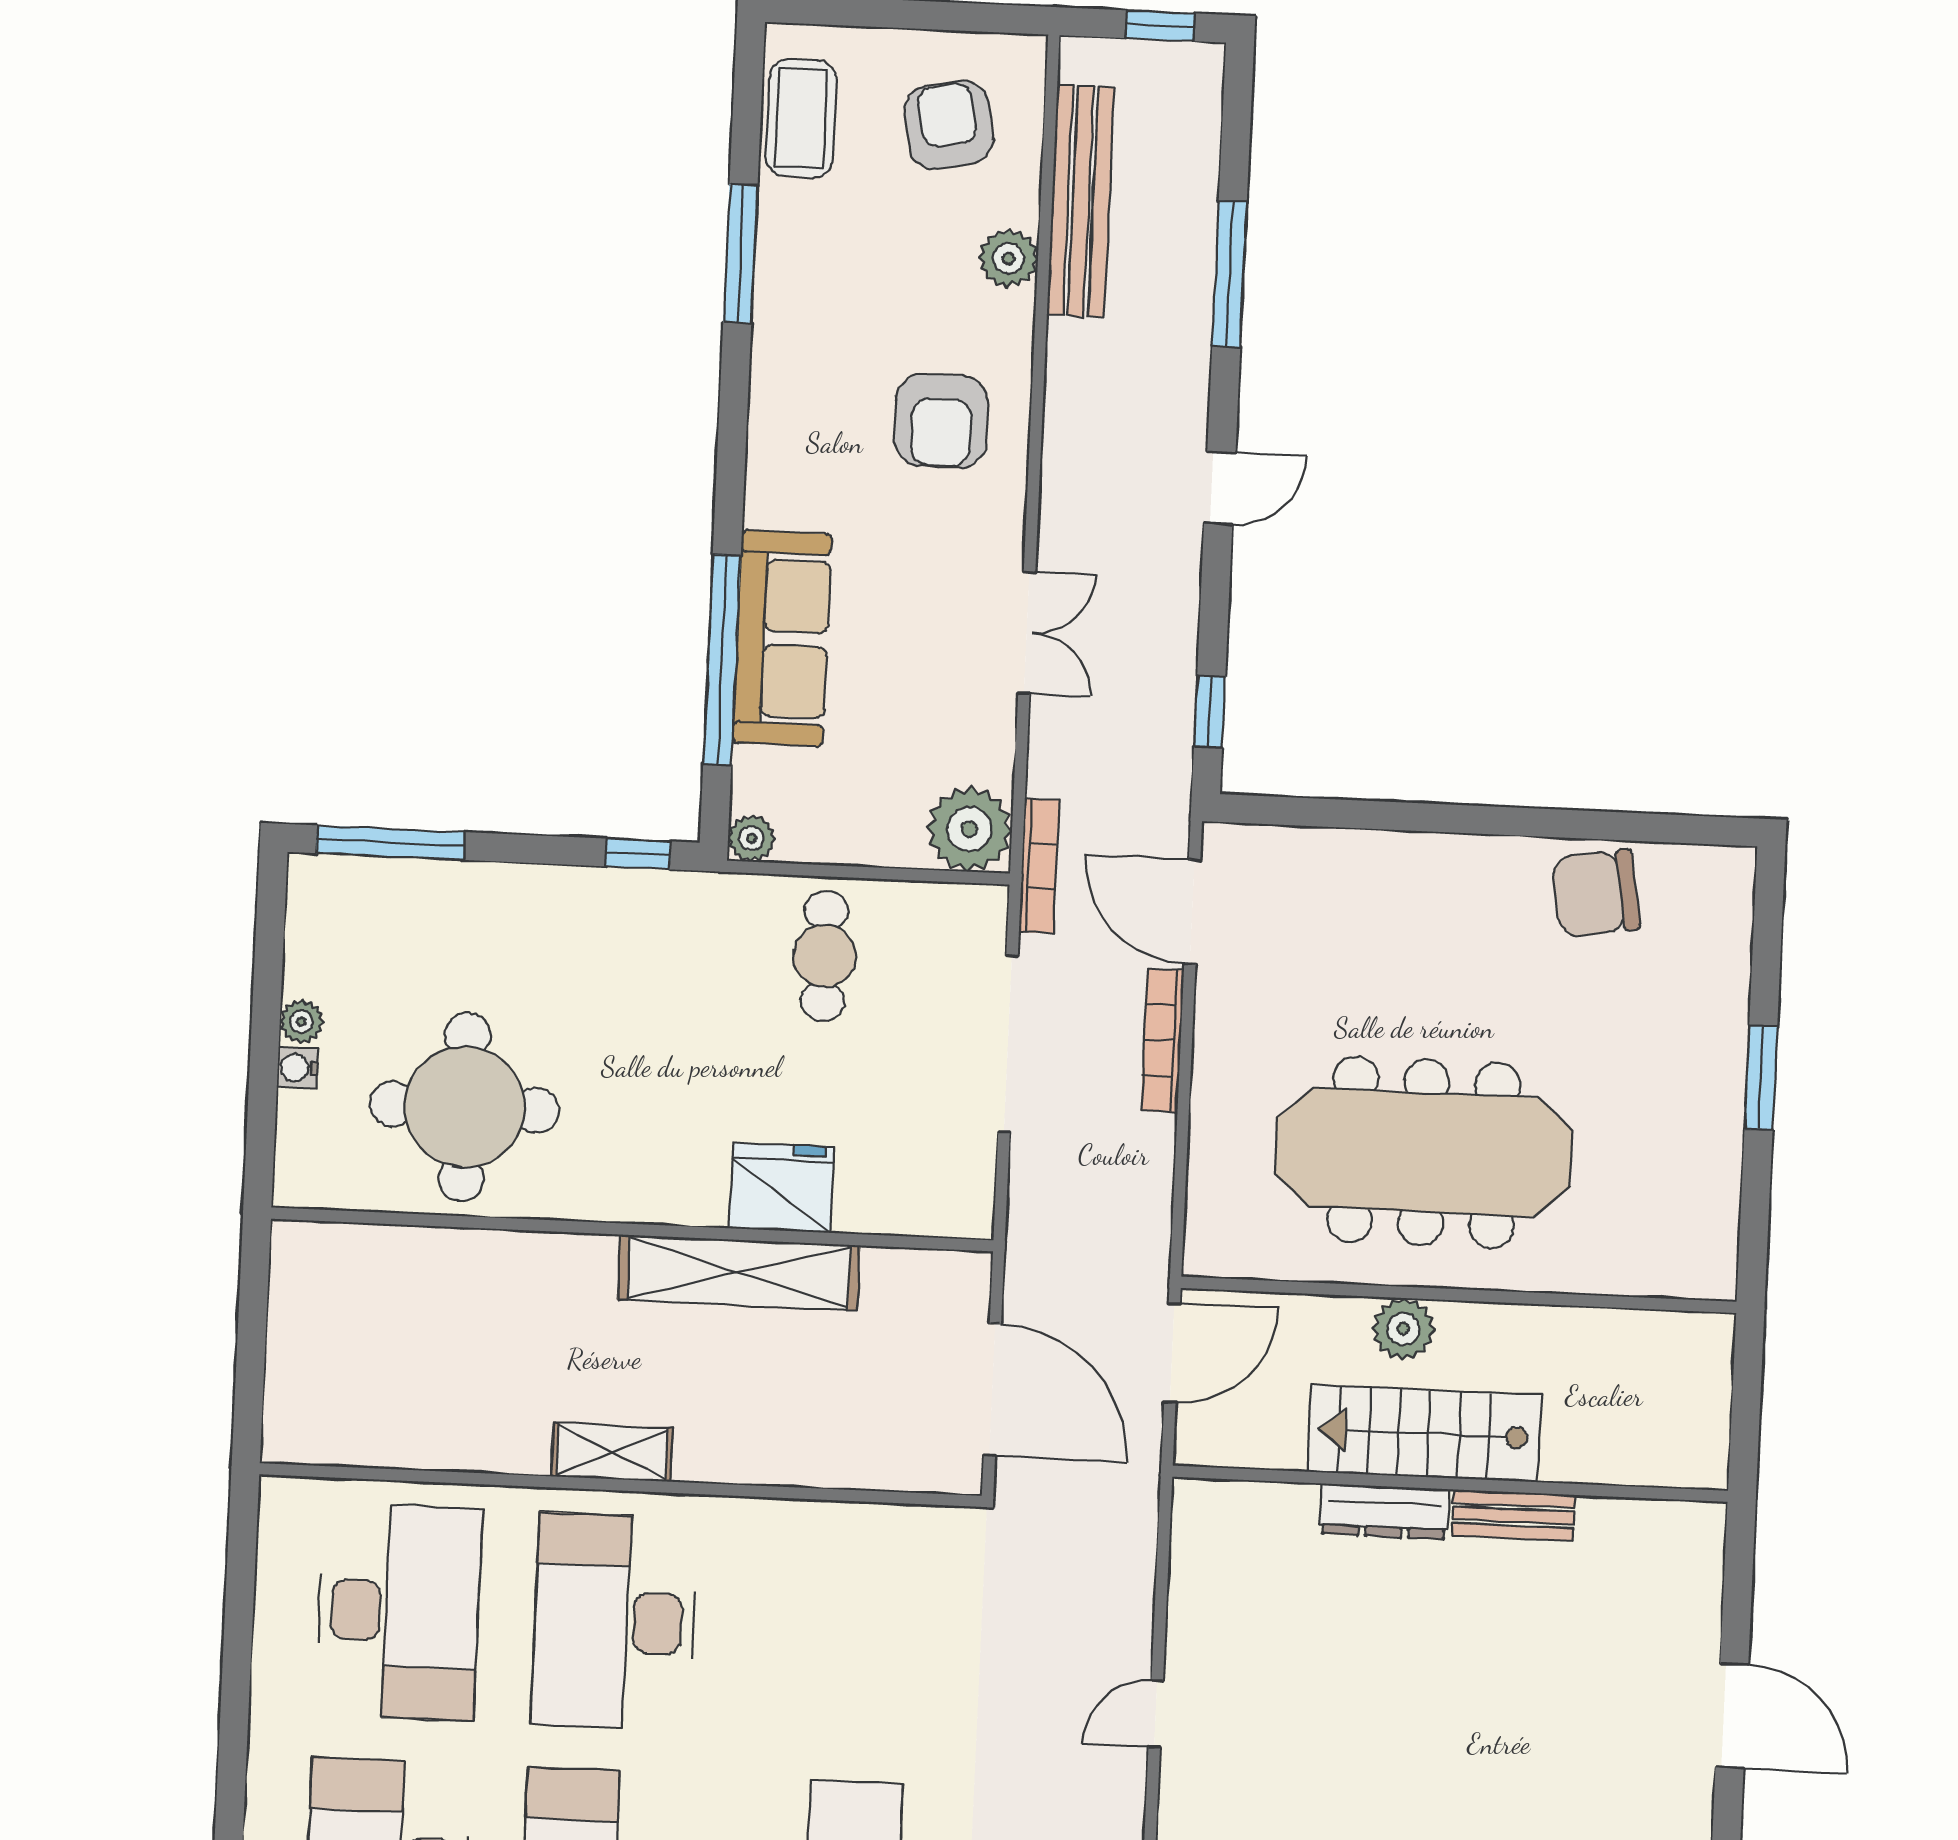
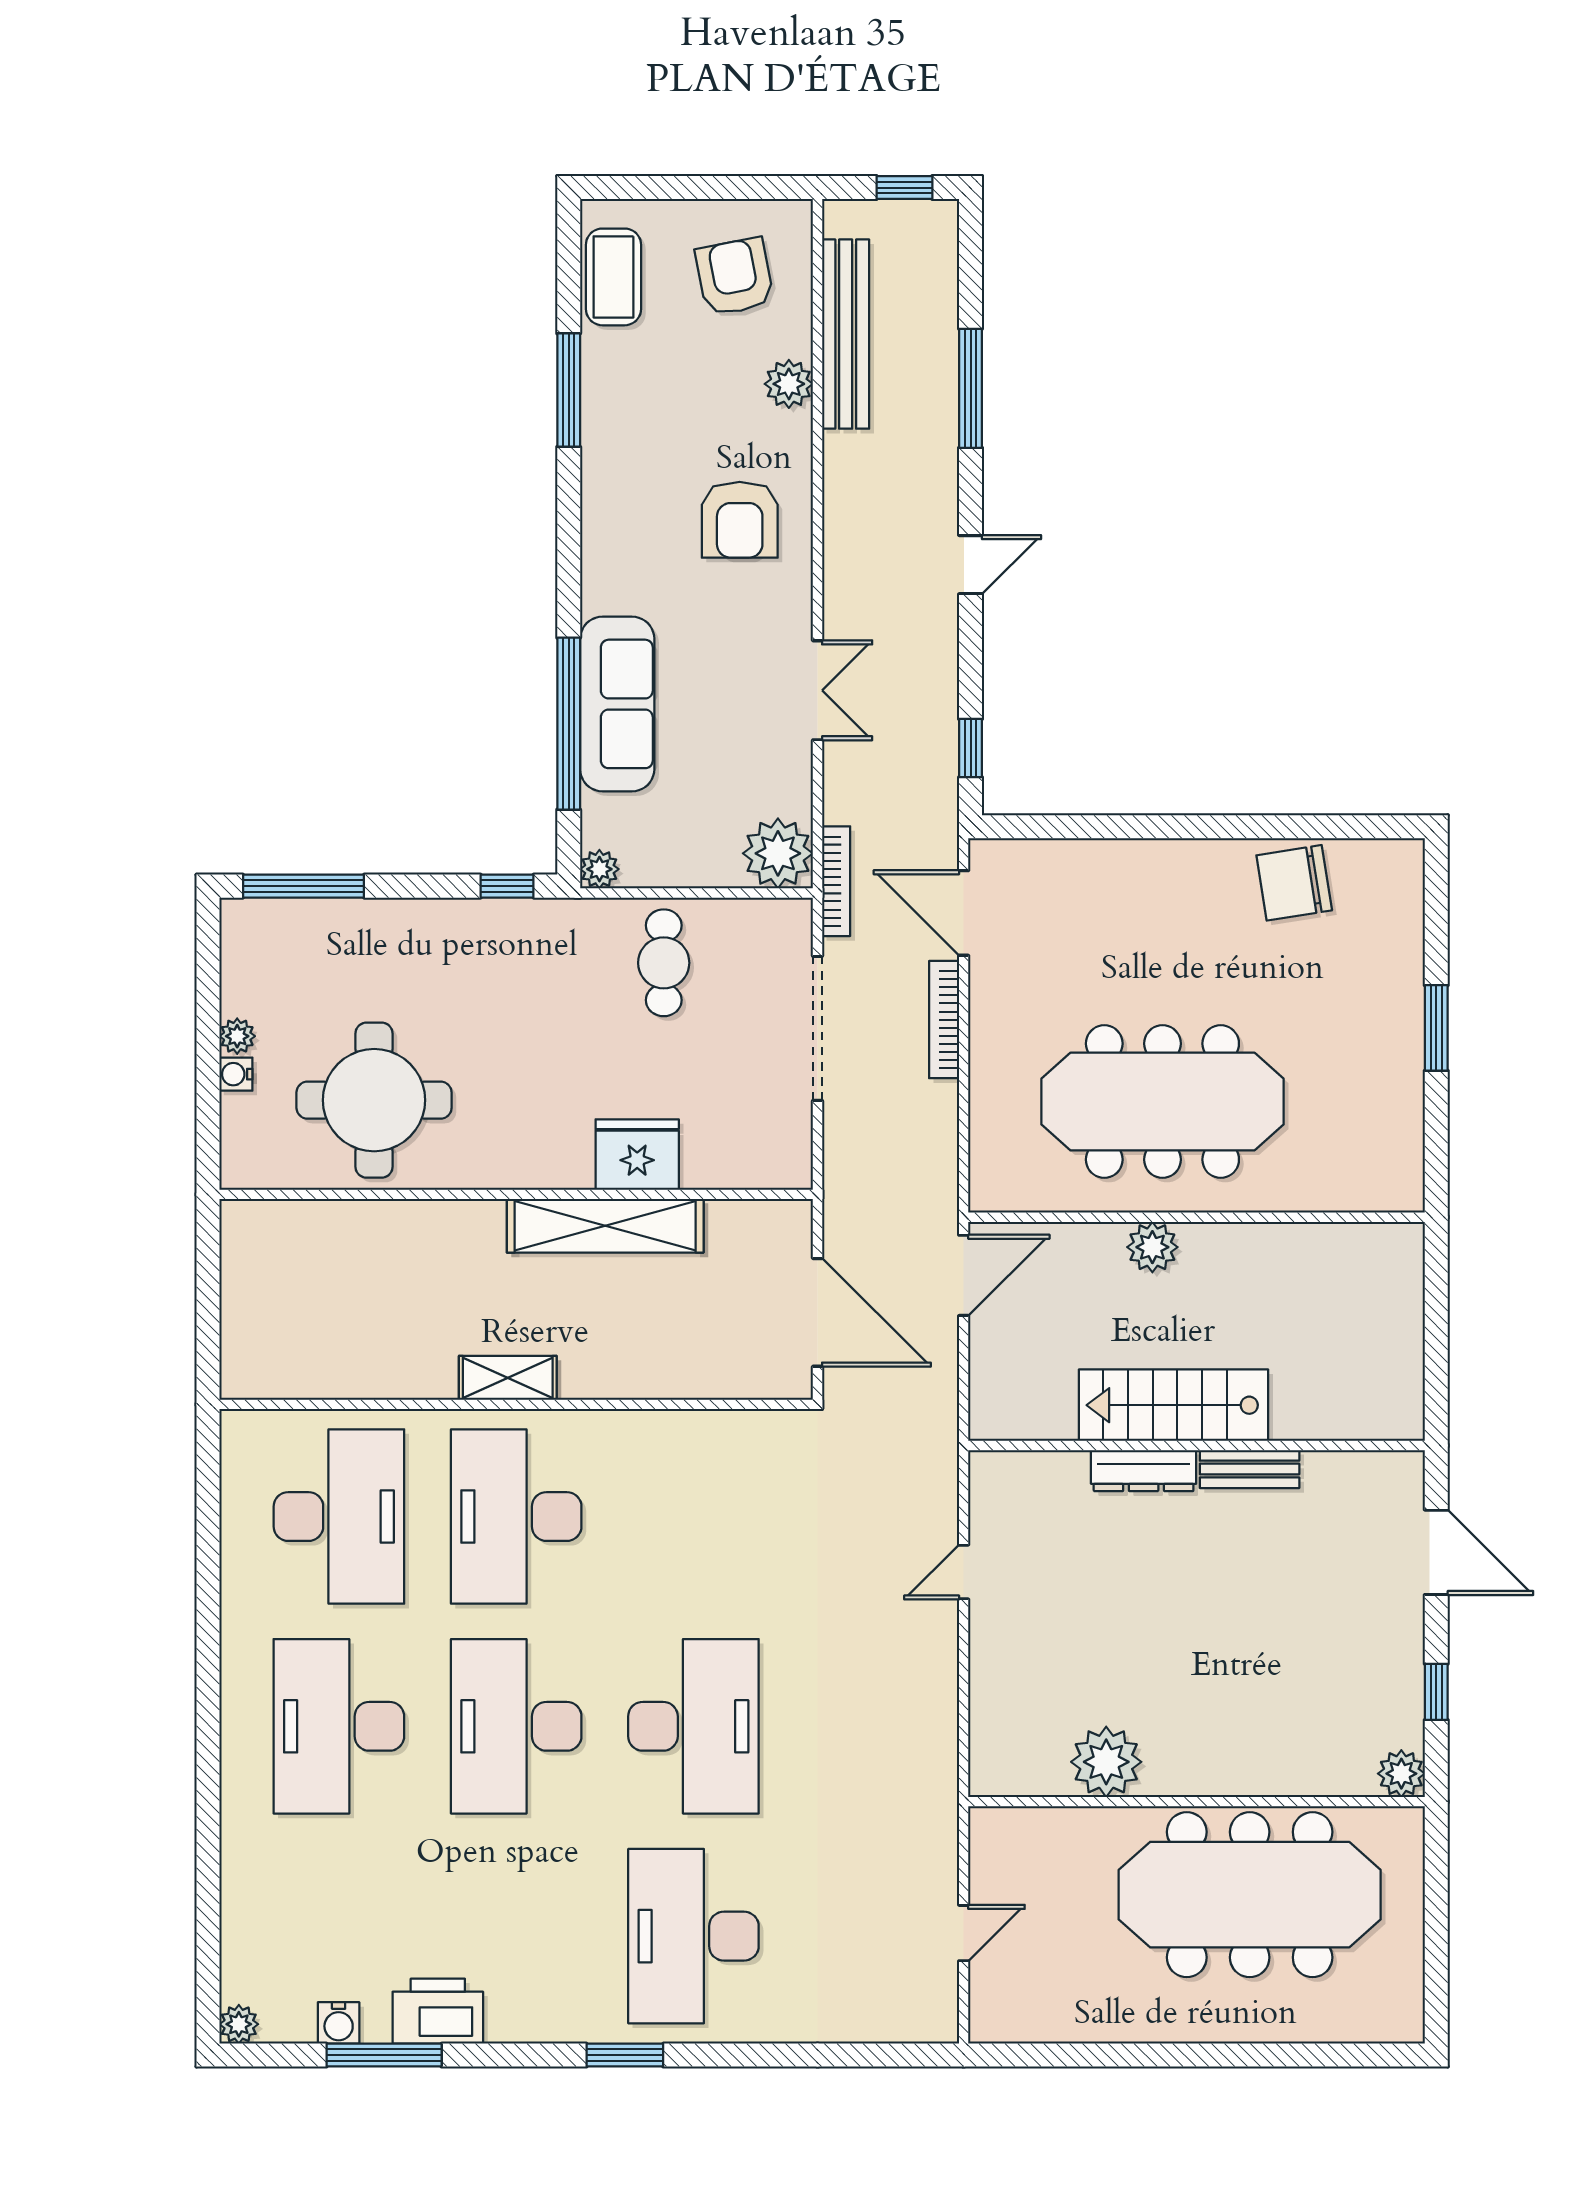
stairs: (1424, 1433) -> (1174, 1405), moved
wall: (1450, 1484) -> (1197, 1445), moved
dresser: (1384, 1511) -> (1144, 1471), moved
bench: (1513, 1515) -> (1250, 1469), moved

